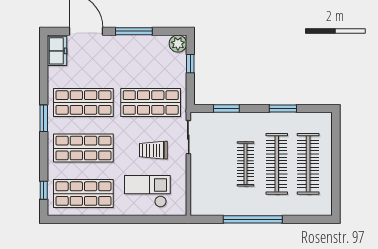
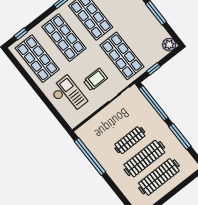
window: (190, 64) -> (154, 69), moved
window: (226, 108) -> (154, 103), width x2.11
window: (283, 108) -> (180, 136), width x1.44
trolley: (153, 150) -> (95, 80), turned 90
window: (253, 219) -> (90, 157), moved

